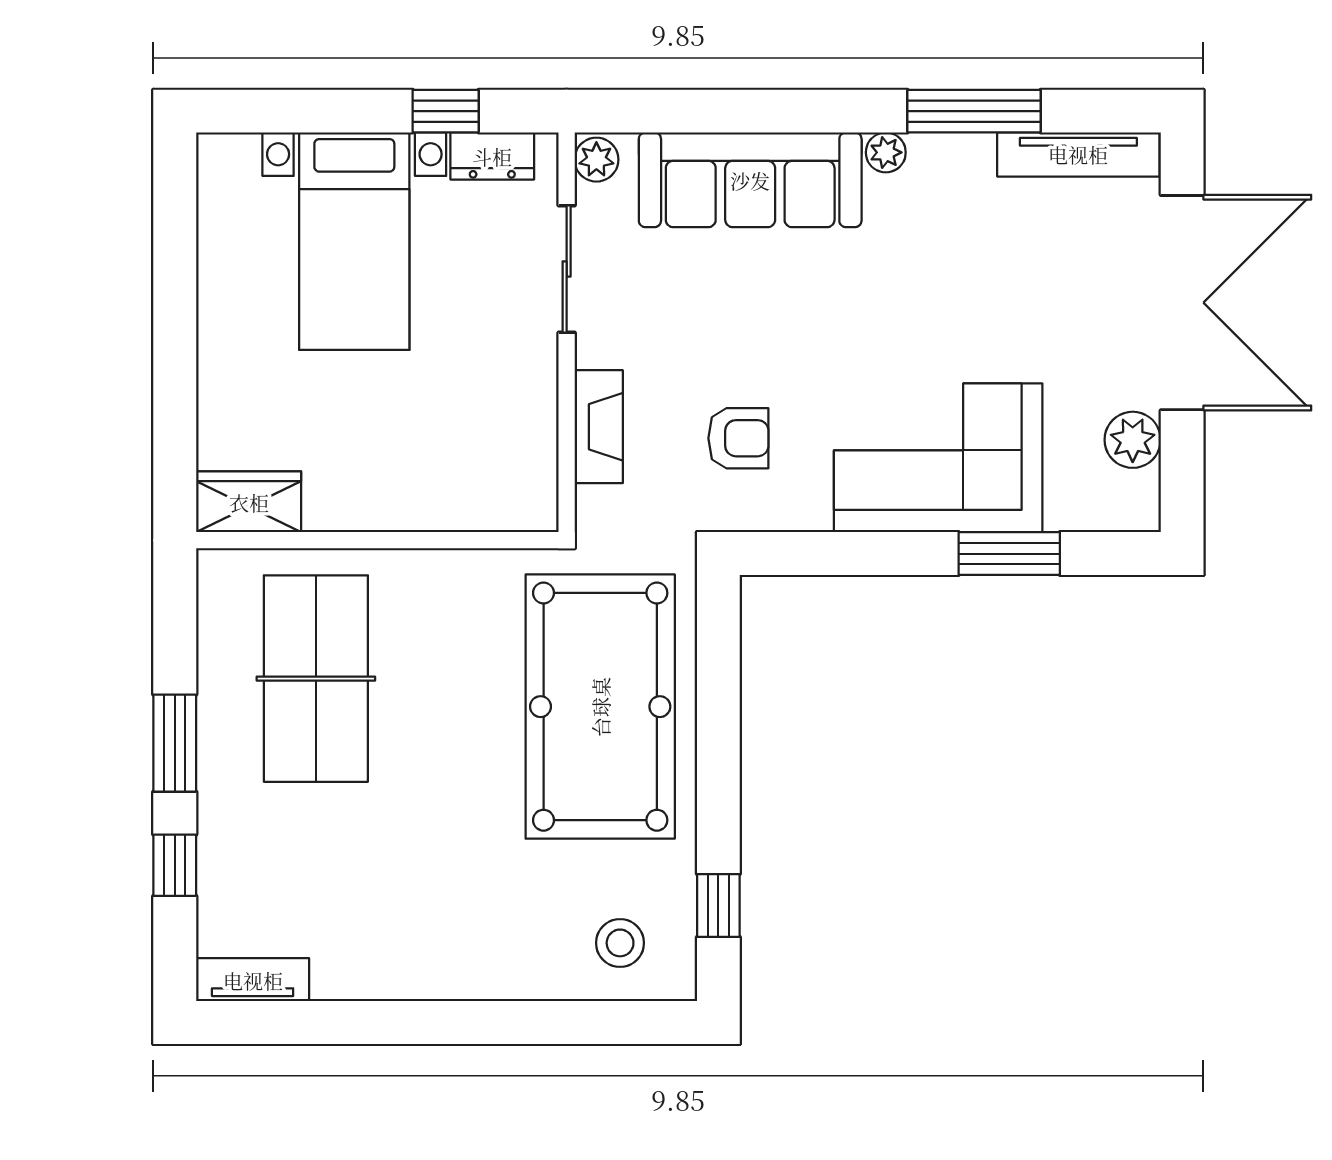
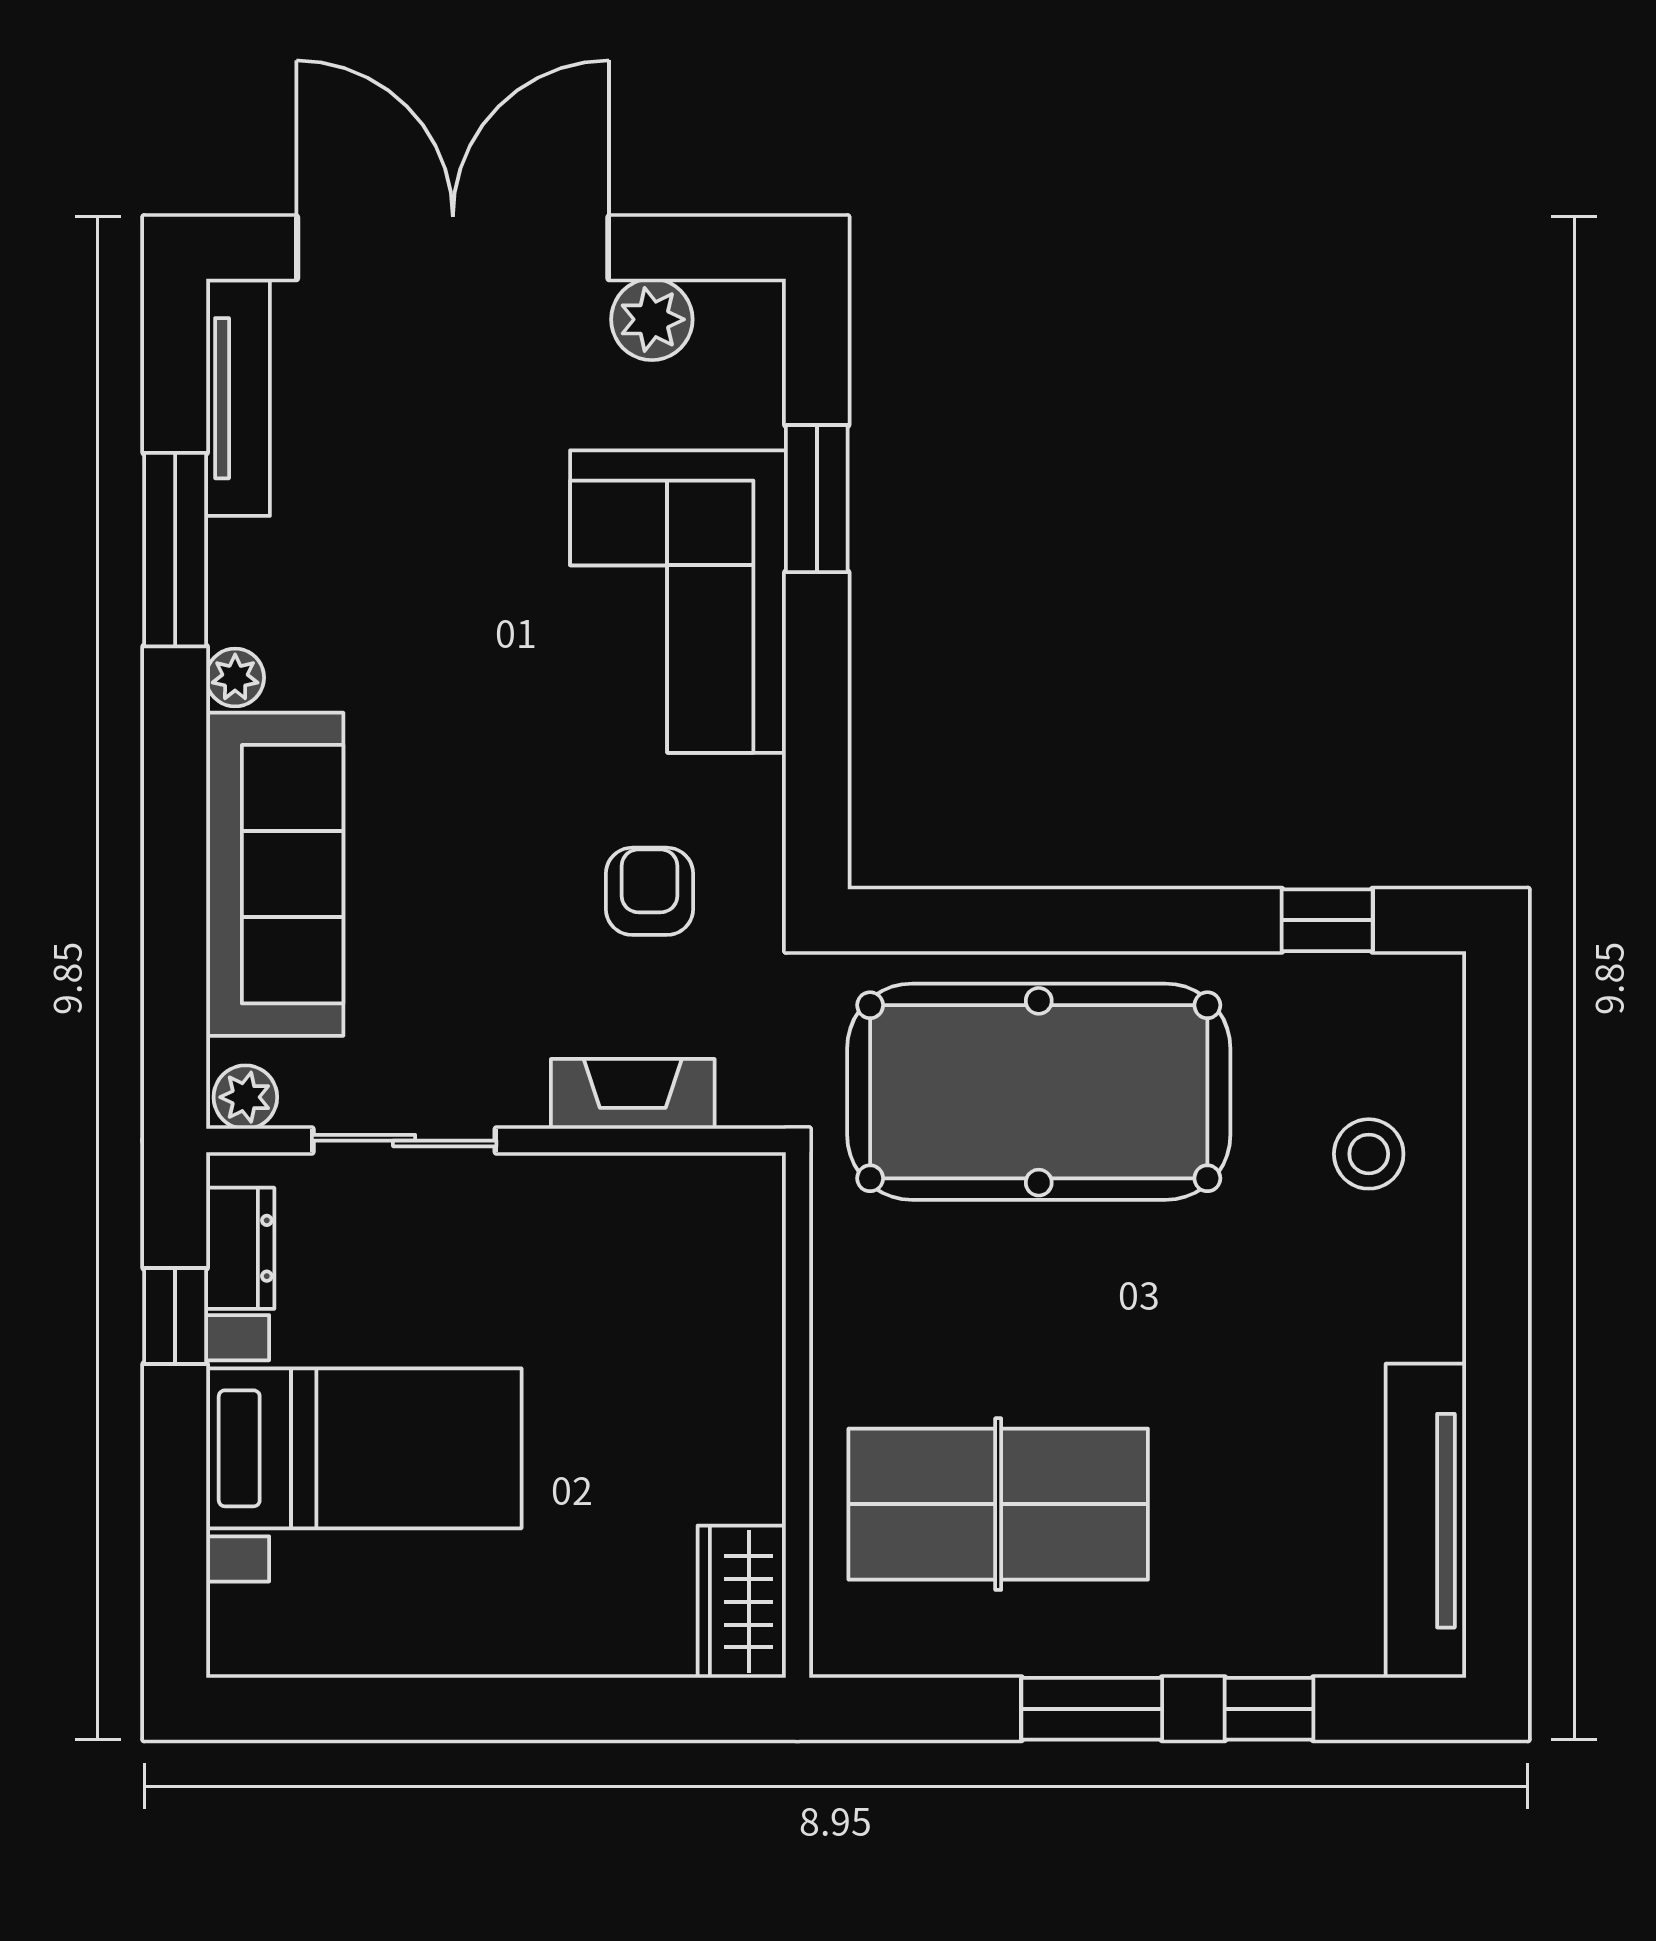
stool: (620, 943) -> (1369, 1154), moved
tv unit: (253, 980) -> (1426, 1521), width x1.92, depth x1.29

